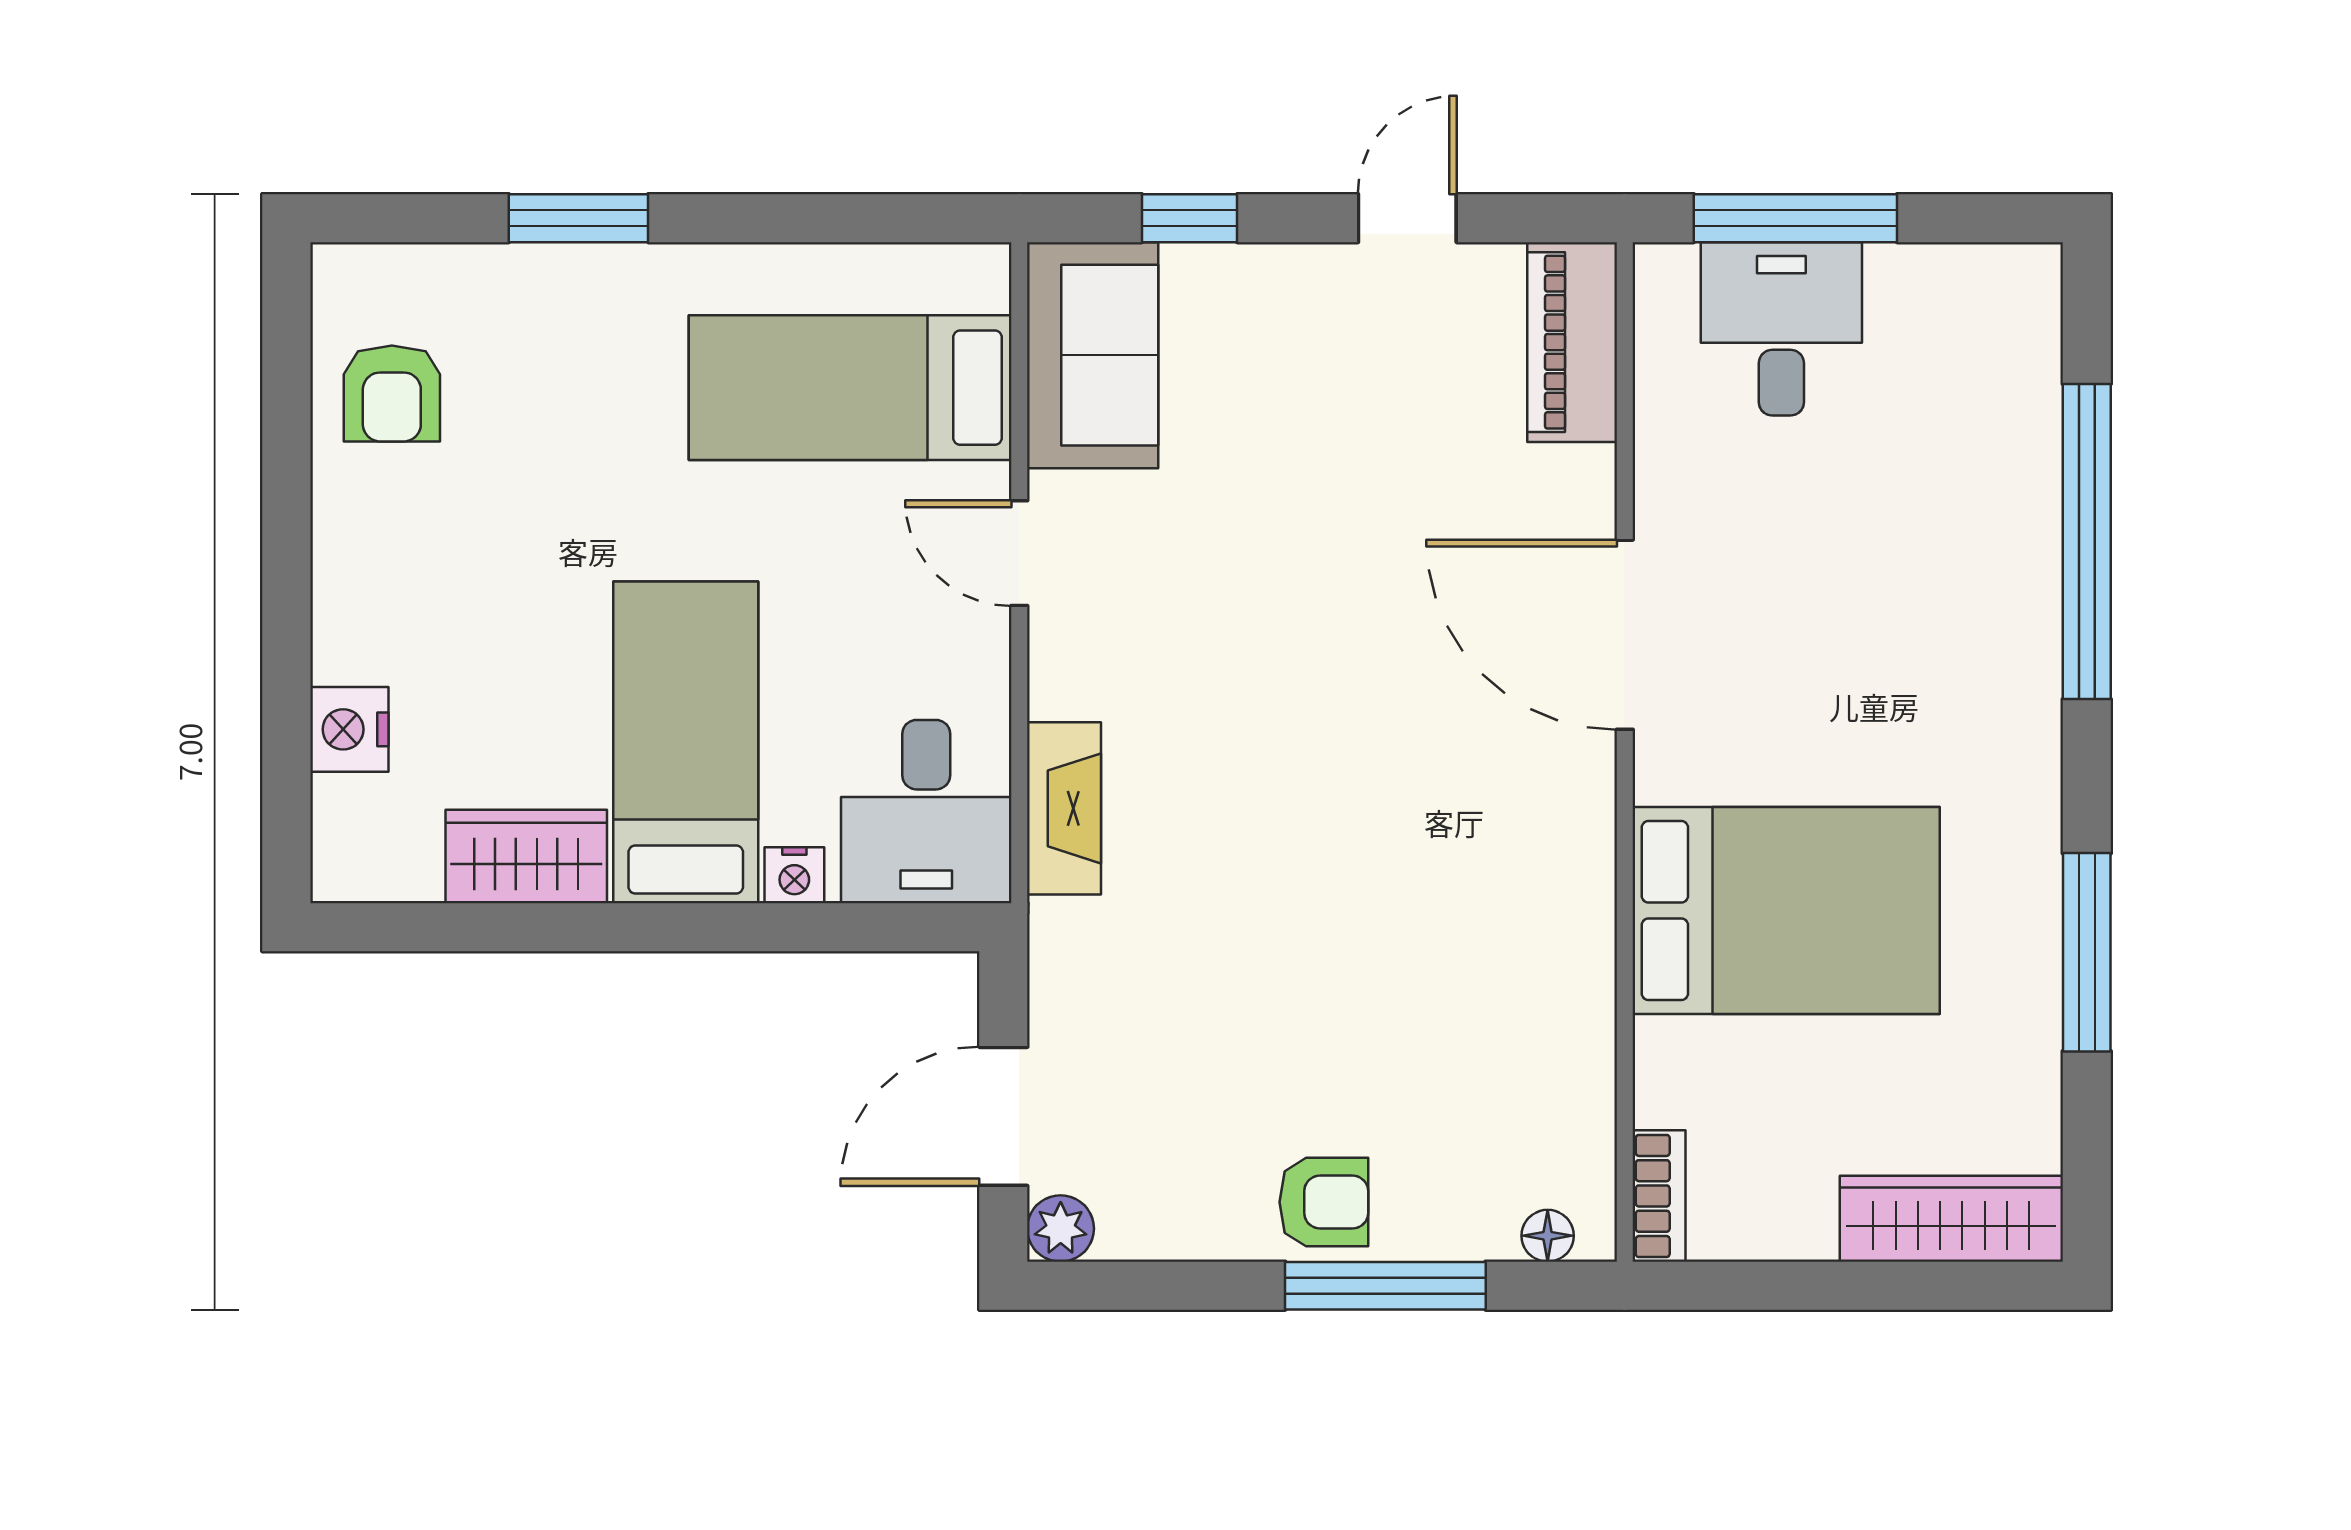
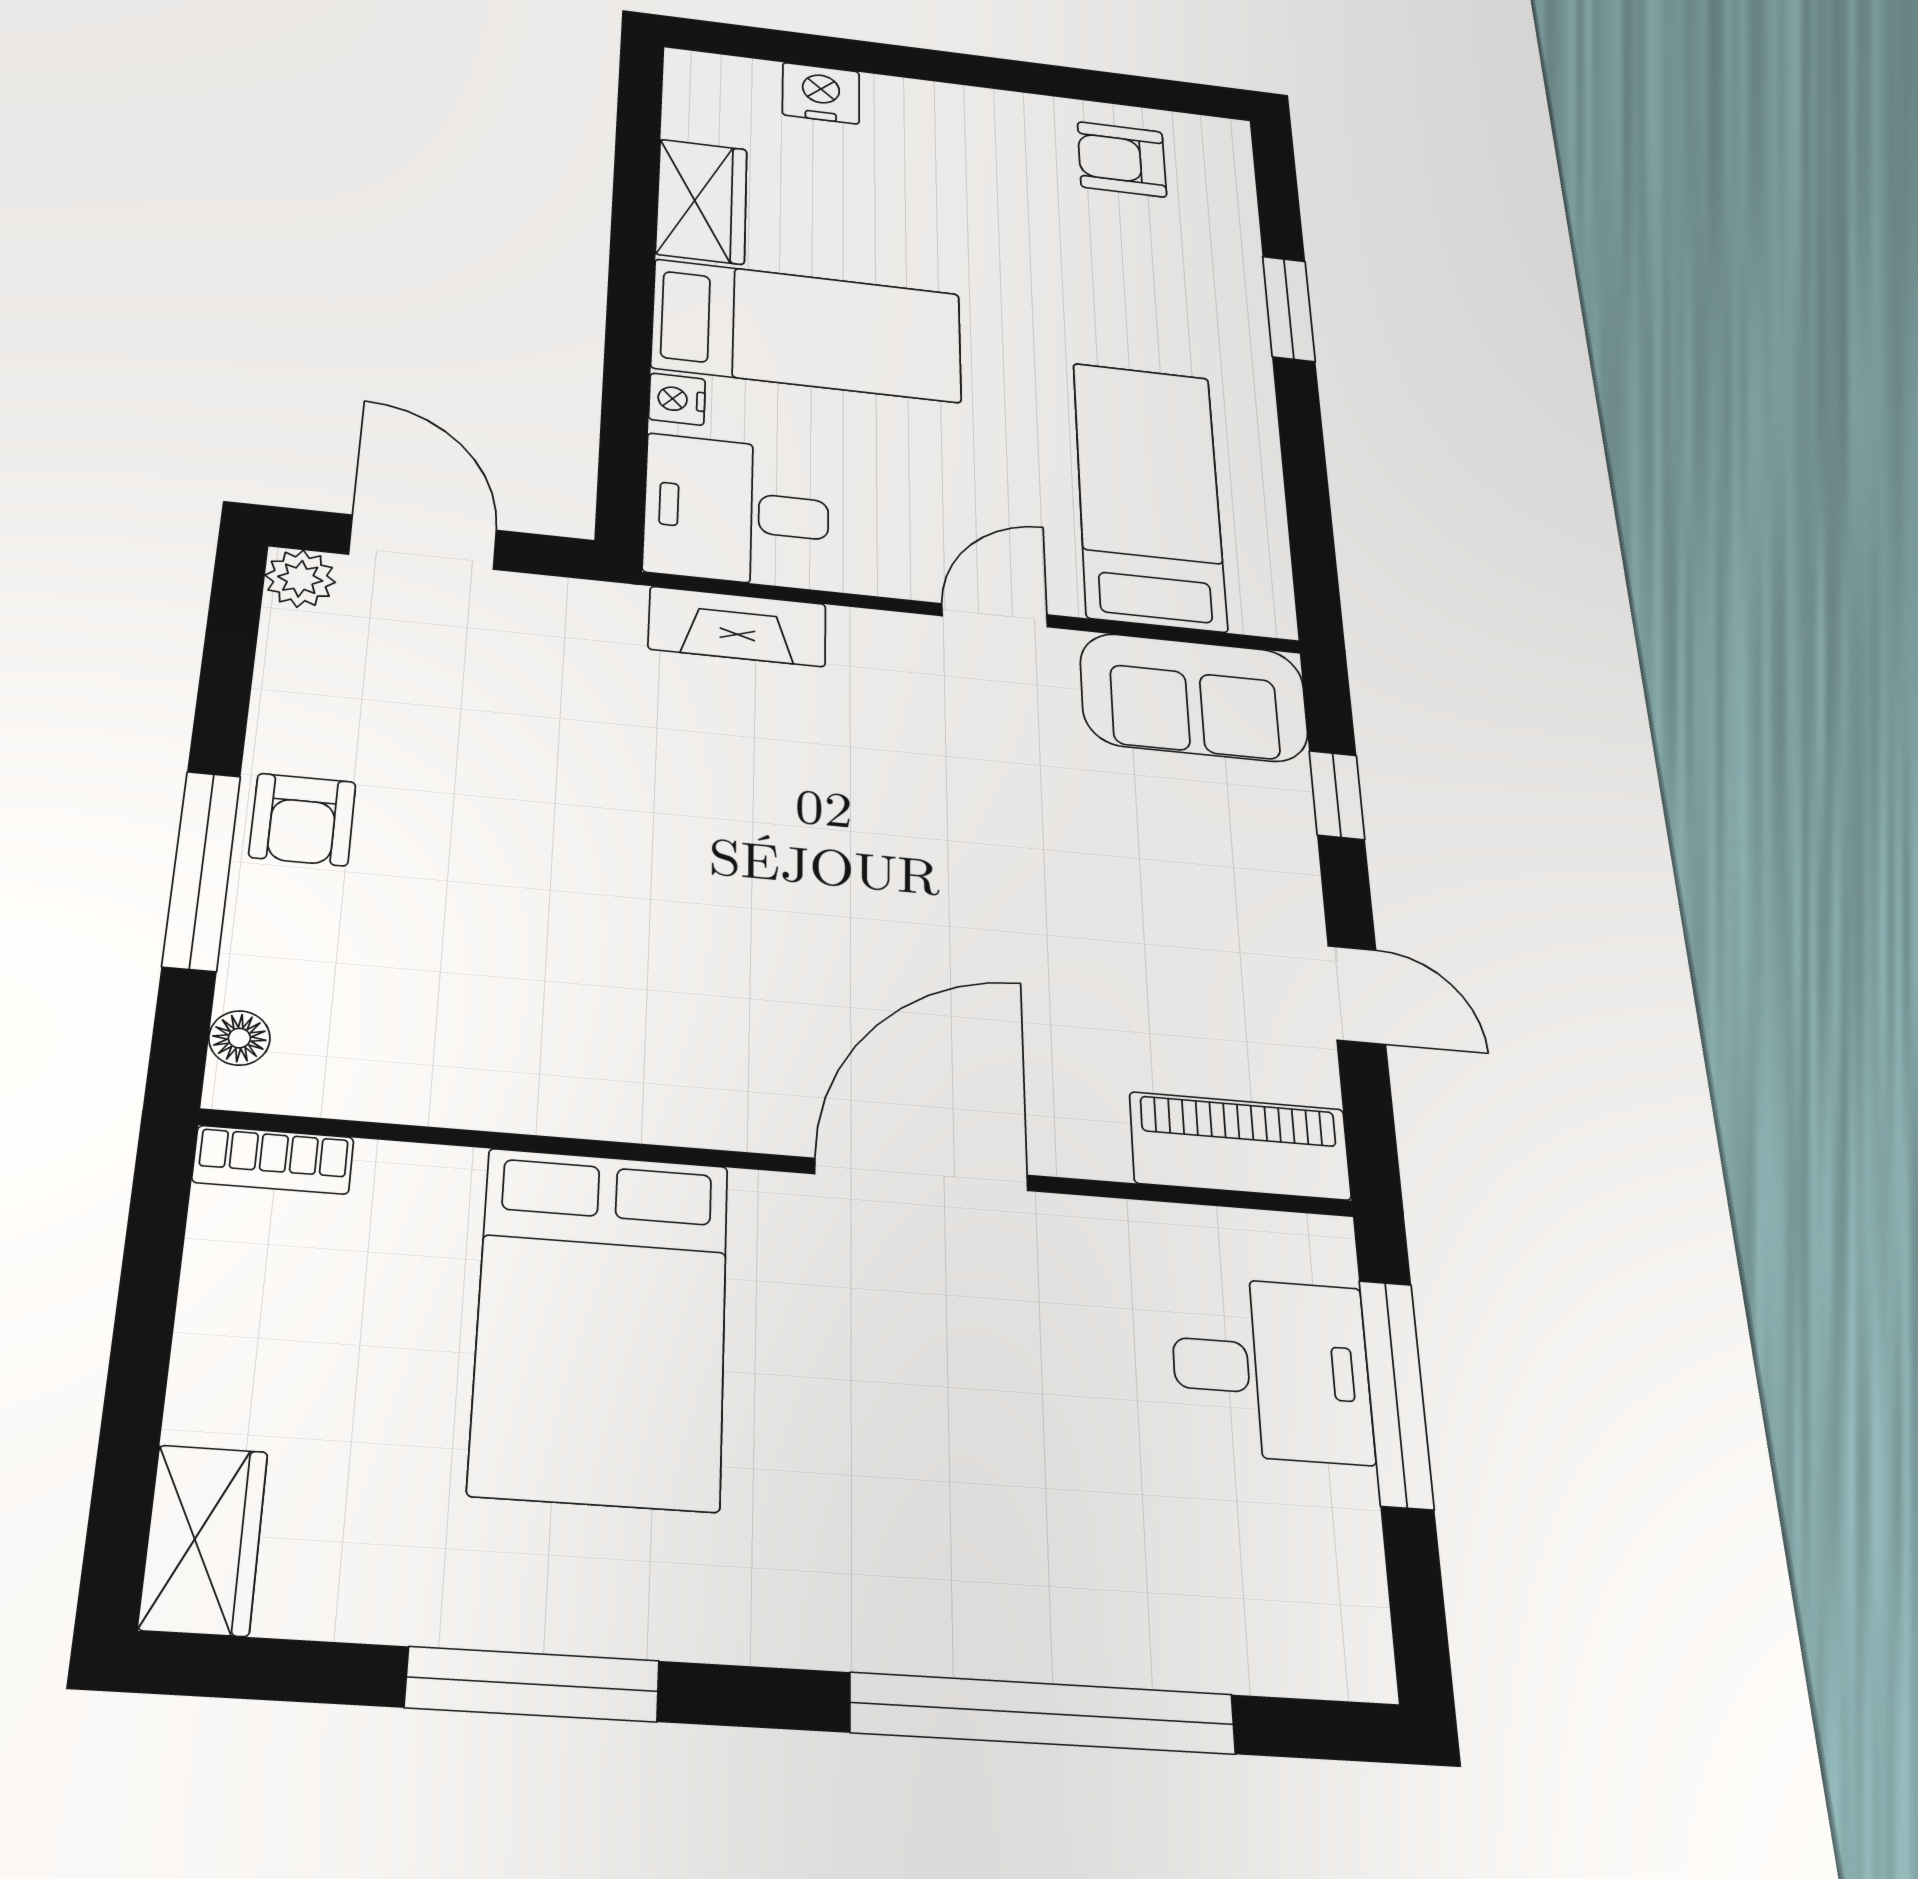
wardrobe: (1951, 1219) -> (203, 1540), width x0.67

